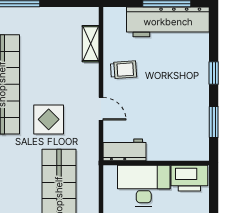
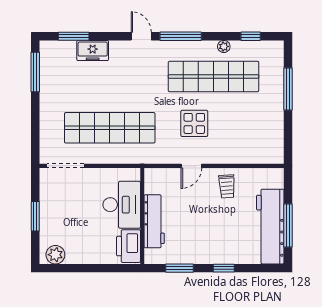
shelving: (91, 44) -> (250, 157), removed
display table: (49, 119) -> (194, 123), moved
workbench: (124, 150) -> (154, 221), moved, width x1.38

